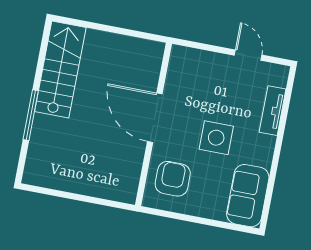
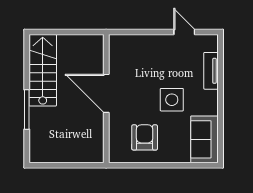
door: (155, 118) -> (106, 93), moved
wall: (154, 124) -> (106, 99), moved

